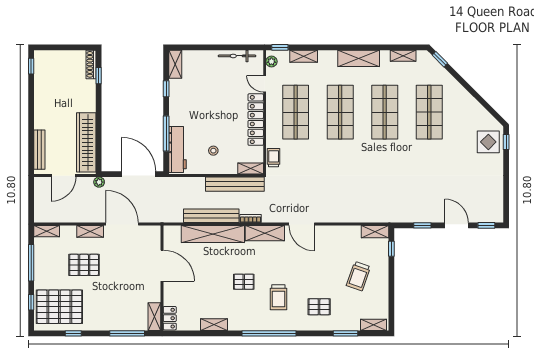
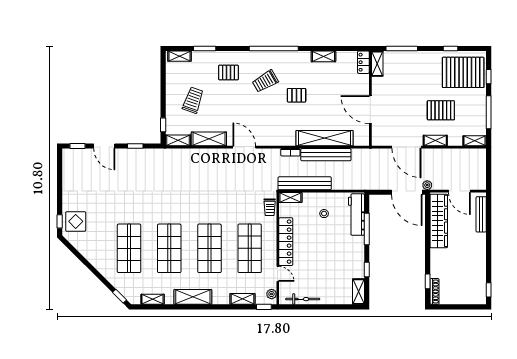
door: (139, 174) -> (407, 192), moved
door: (64, 176) -> (459, 191), swing flipped
shelving: (265, 233) -> (209, 139), moved
trolley: (278, 297) -> (265, 81), turned -120

